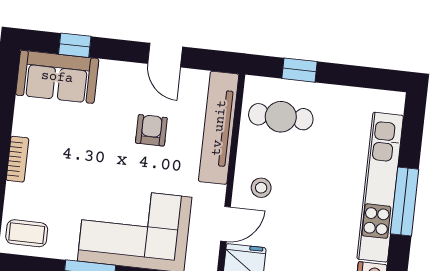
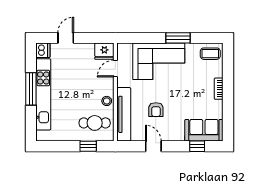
stool: (261, 188) -> (107, 101), moved

